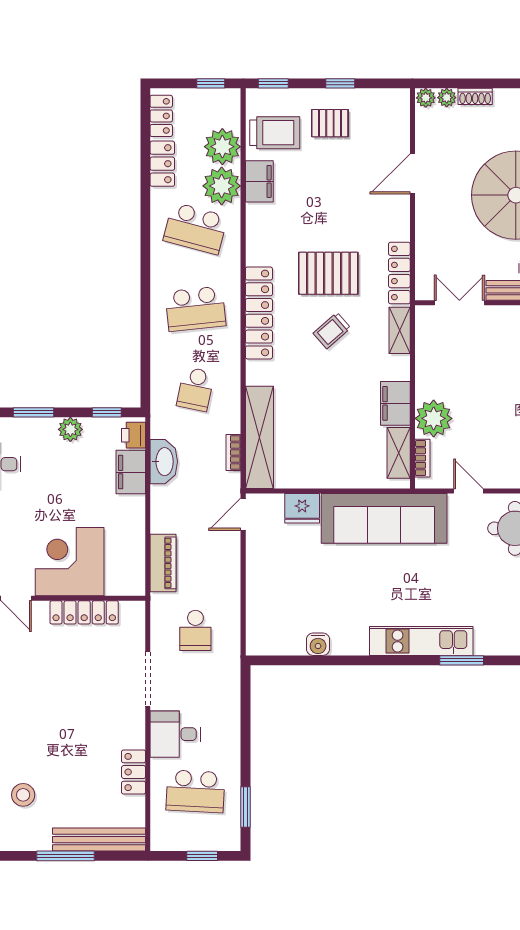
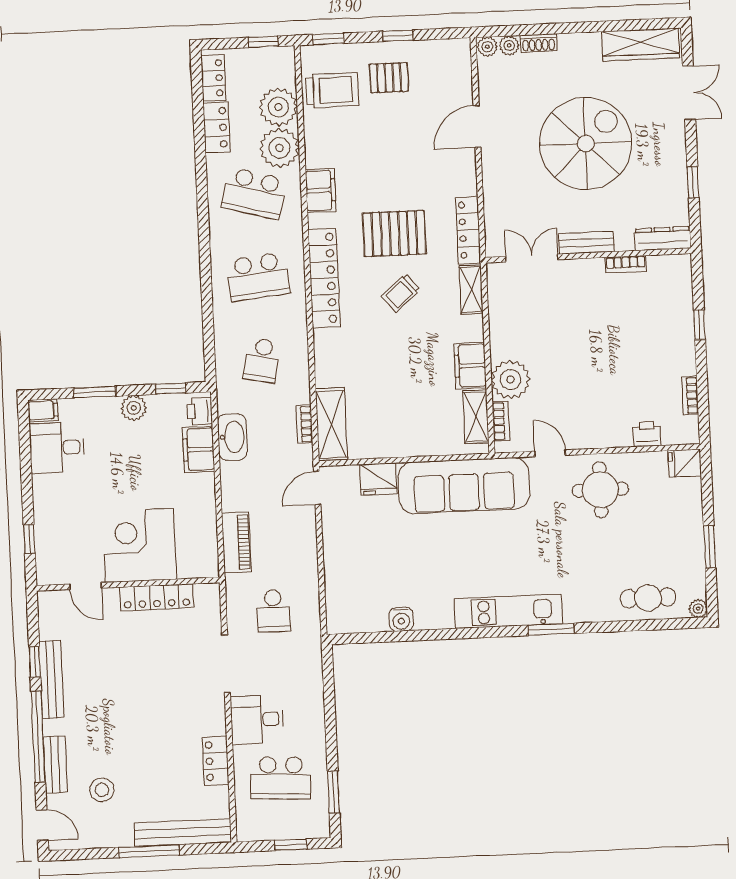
filing cabinet: (259, 181) -> (321, 190), moved
shelving: (259, 437) -> (331, 424), width x0.68

